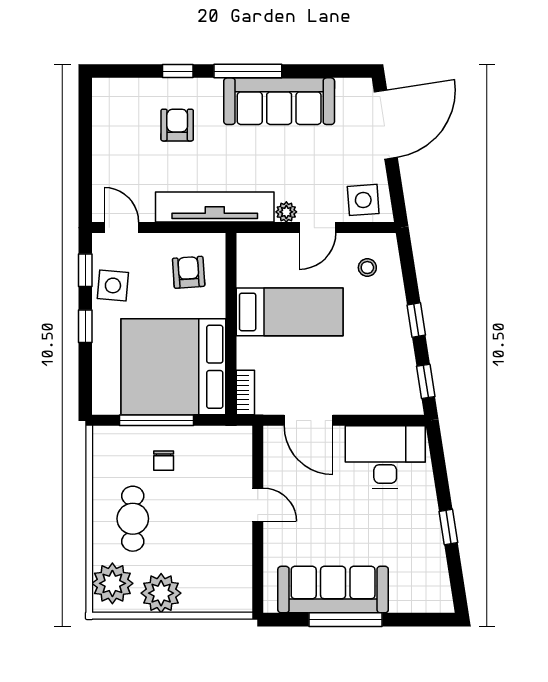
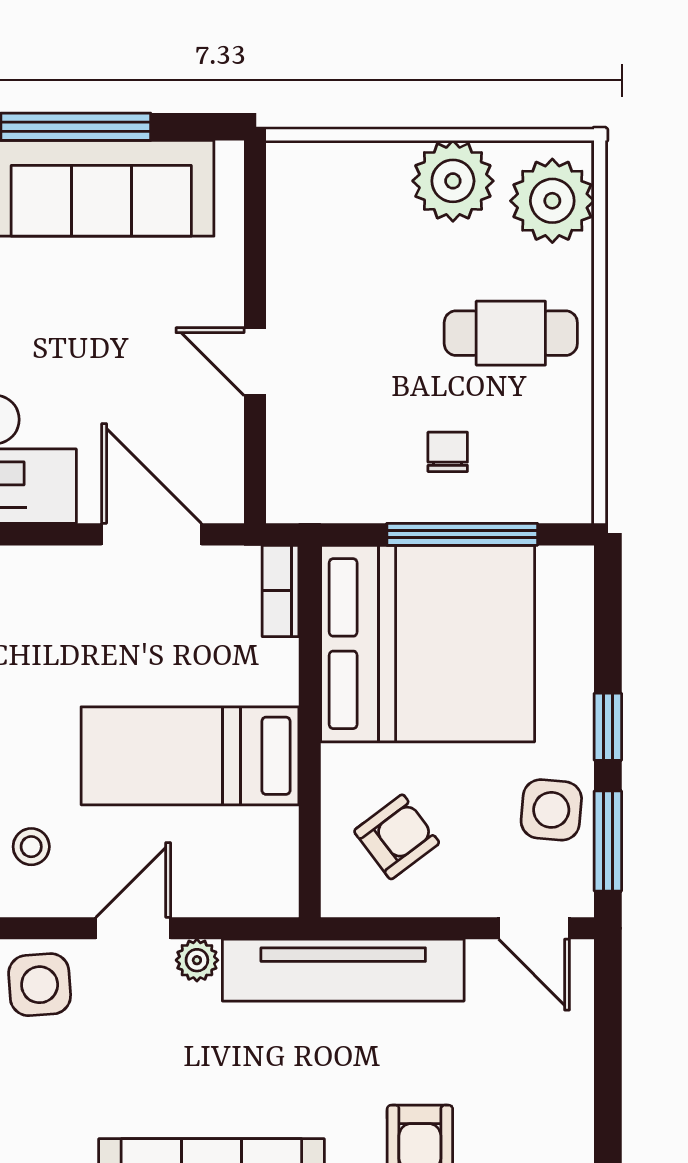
window: (85, 270) -> (608, 841), width x1.50
armchair: (189, 272) -> (397, 837), turned -123
cafe table: (133, 519) -> (511, 333), turned 90

